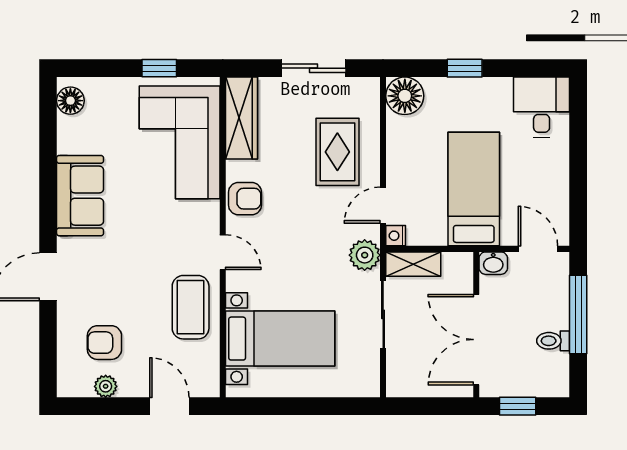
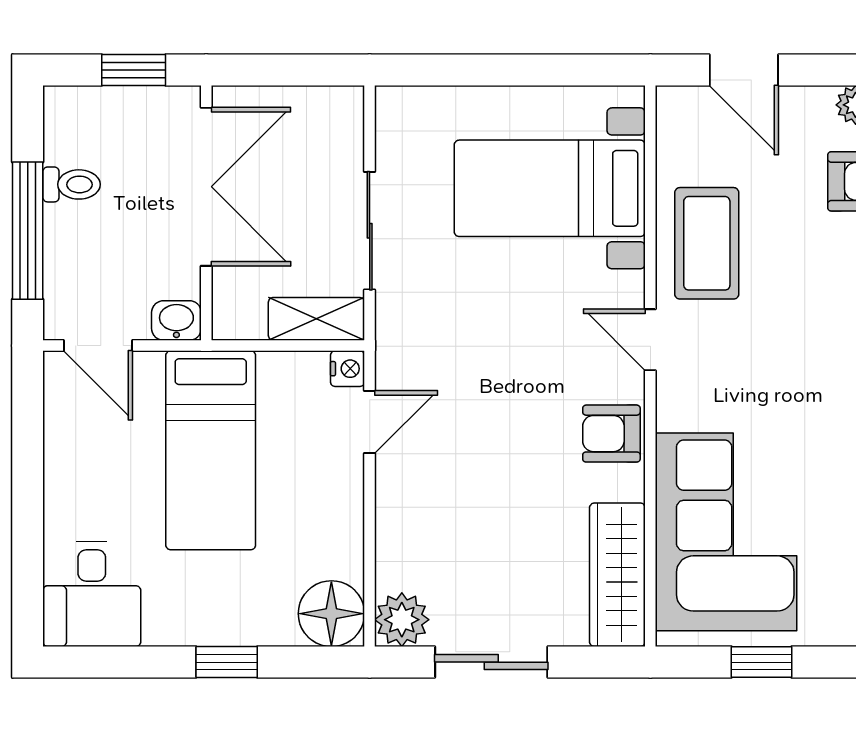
rug: (337, 152) -> (449, 516), removed
plant: (365, 255) -> (402, 620), moved

